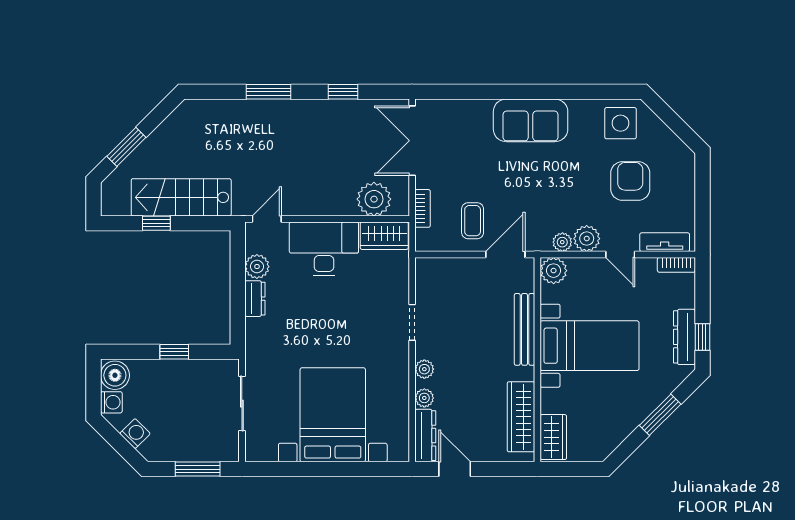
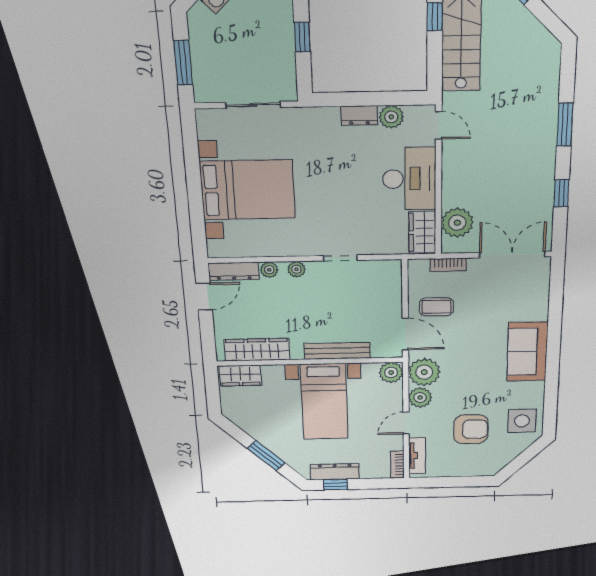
plant: (562, 242) -> (424, 372), width x1.87, depth x1.87

